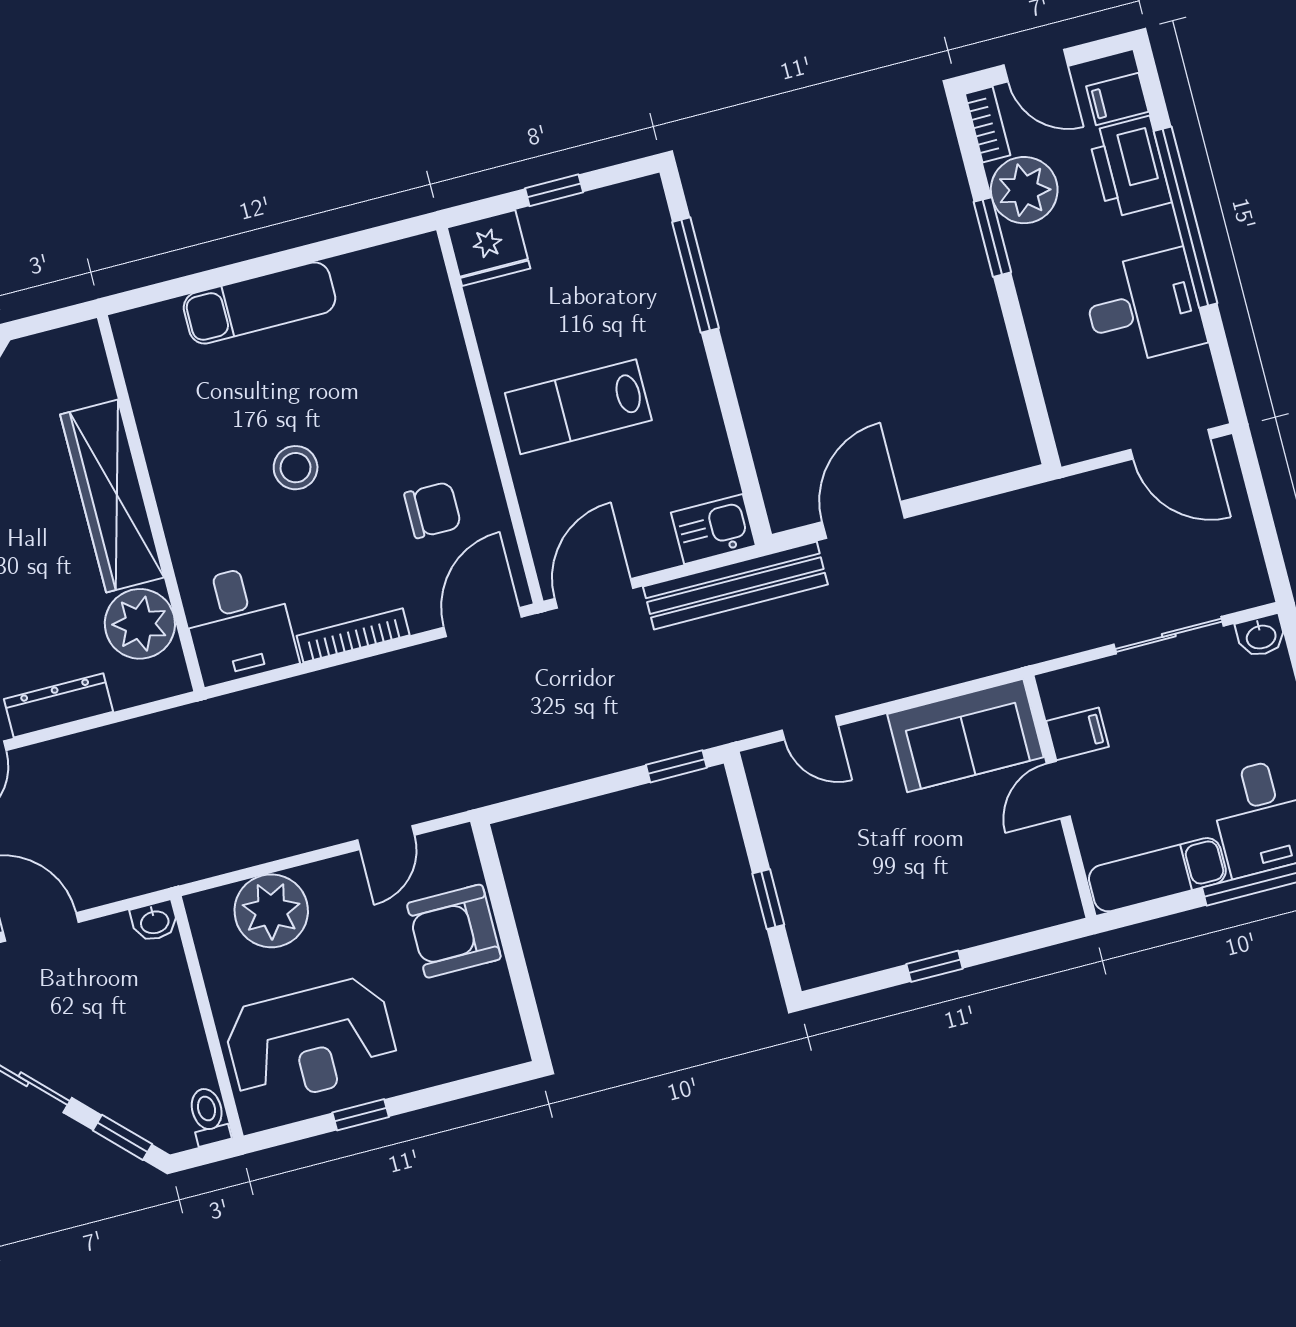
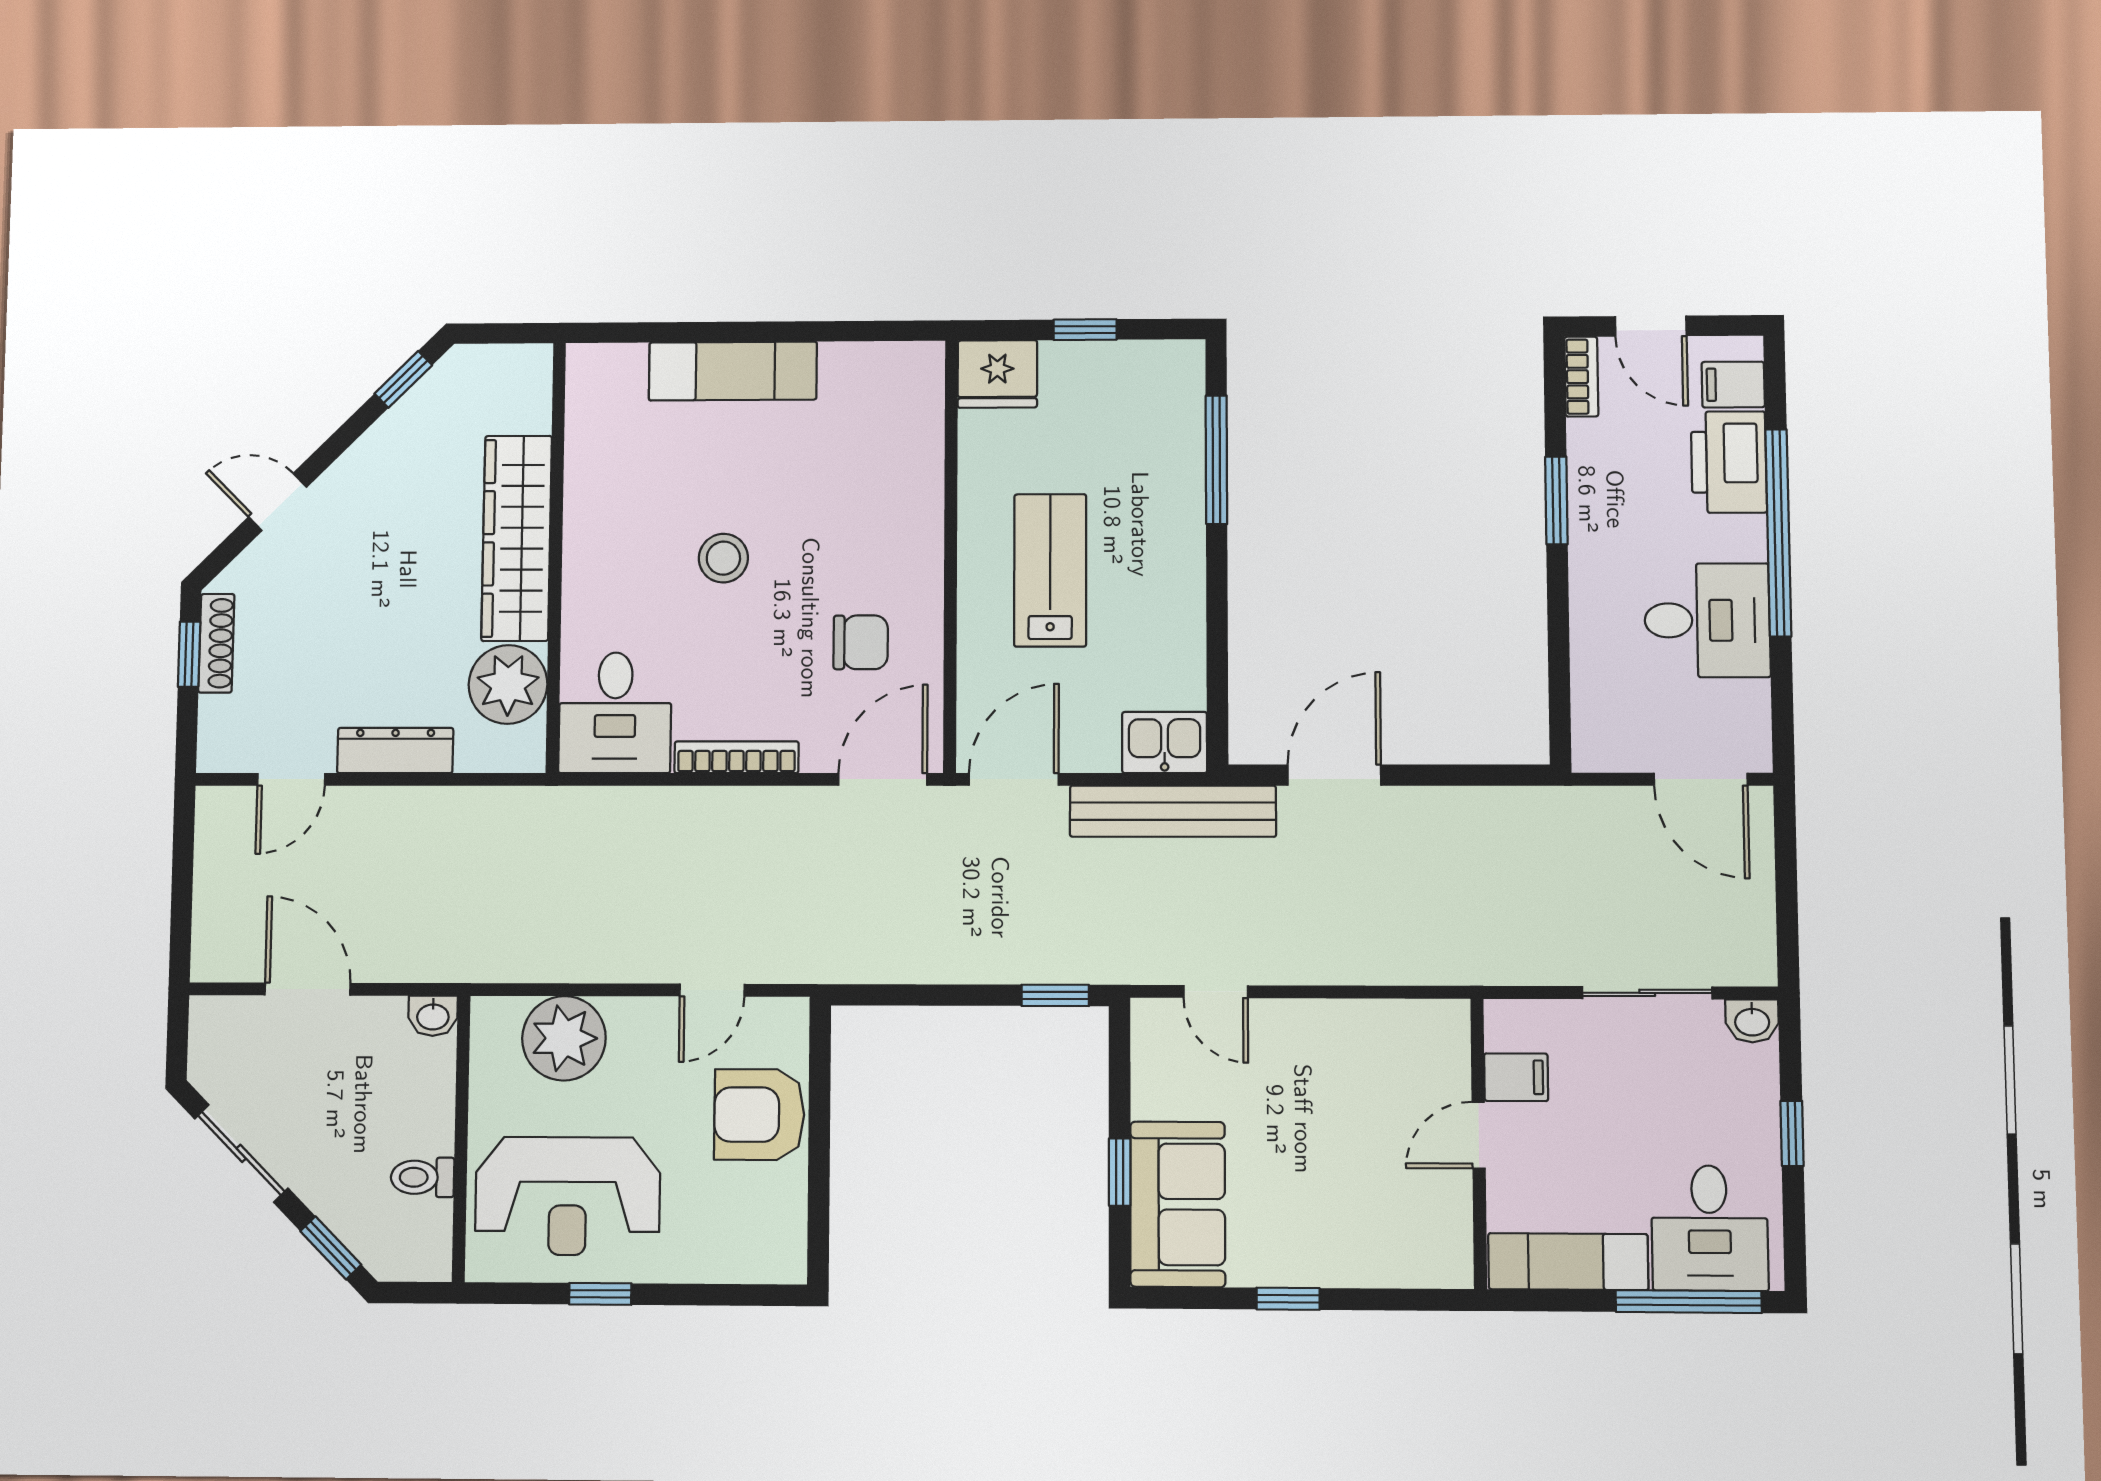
plant: (1024, 190) -> (1605, 458), removed
lab bench: (578, 407) -> (1050, 570), turned 90
sofa: (965, 736) -> (1178, 1204), moved, turned -90
toilet: (208, 1116) -> (423, 1177), moved, turned -90

